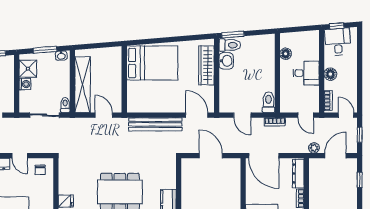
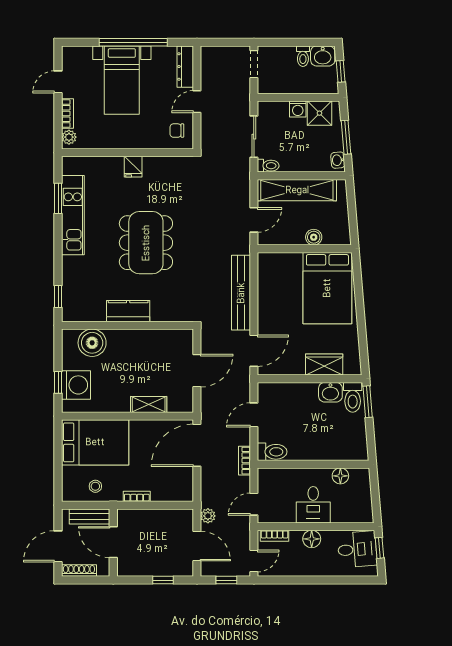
wardrobe: (206, 65) -> (324, 364), width x0.67
boiler: (116, 73) -> (314, 237), added
dresser: (298, 174) -> (172, 494), removed
shelving: (235, 190) -> (149, 405), added

